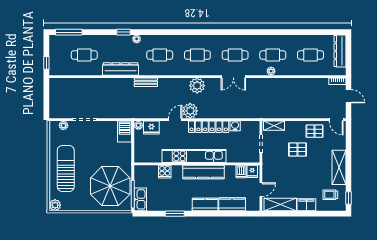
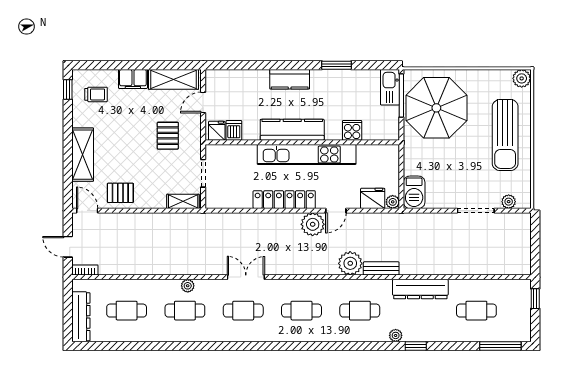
plant: (197, 86) -> (350, 263), moved
water cooler: (235, 126) -> (243, 201), removed
pallet: (298, 150) -> (168, 136), moved, turned 90
shelving: (339, 167) -> (83, 155), moved
kitchen counter: (232, 204) -> (248, 80), removed

